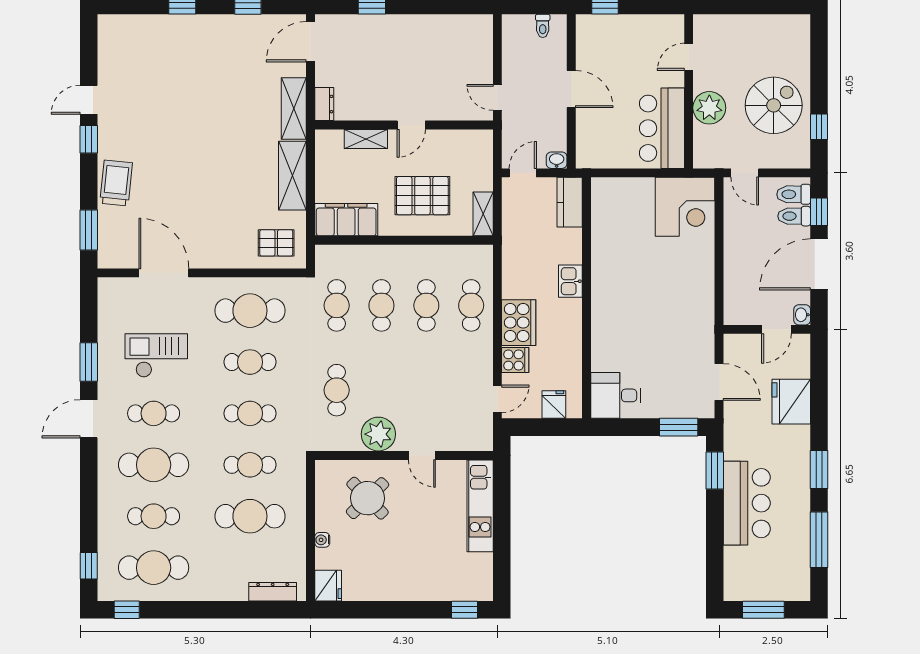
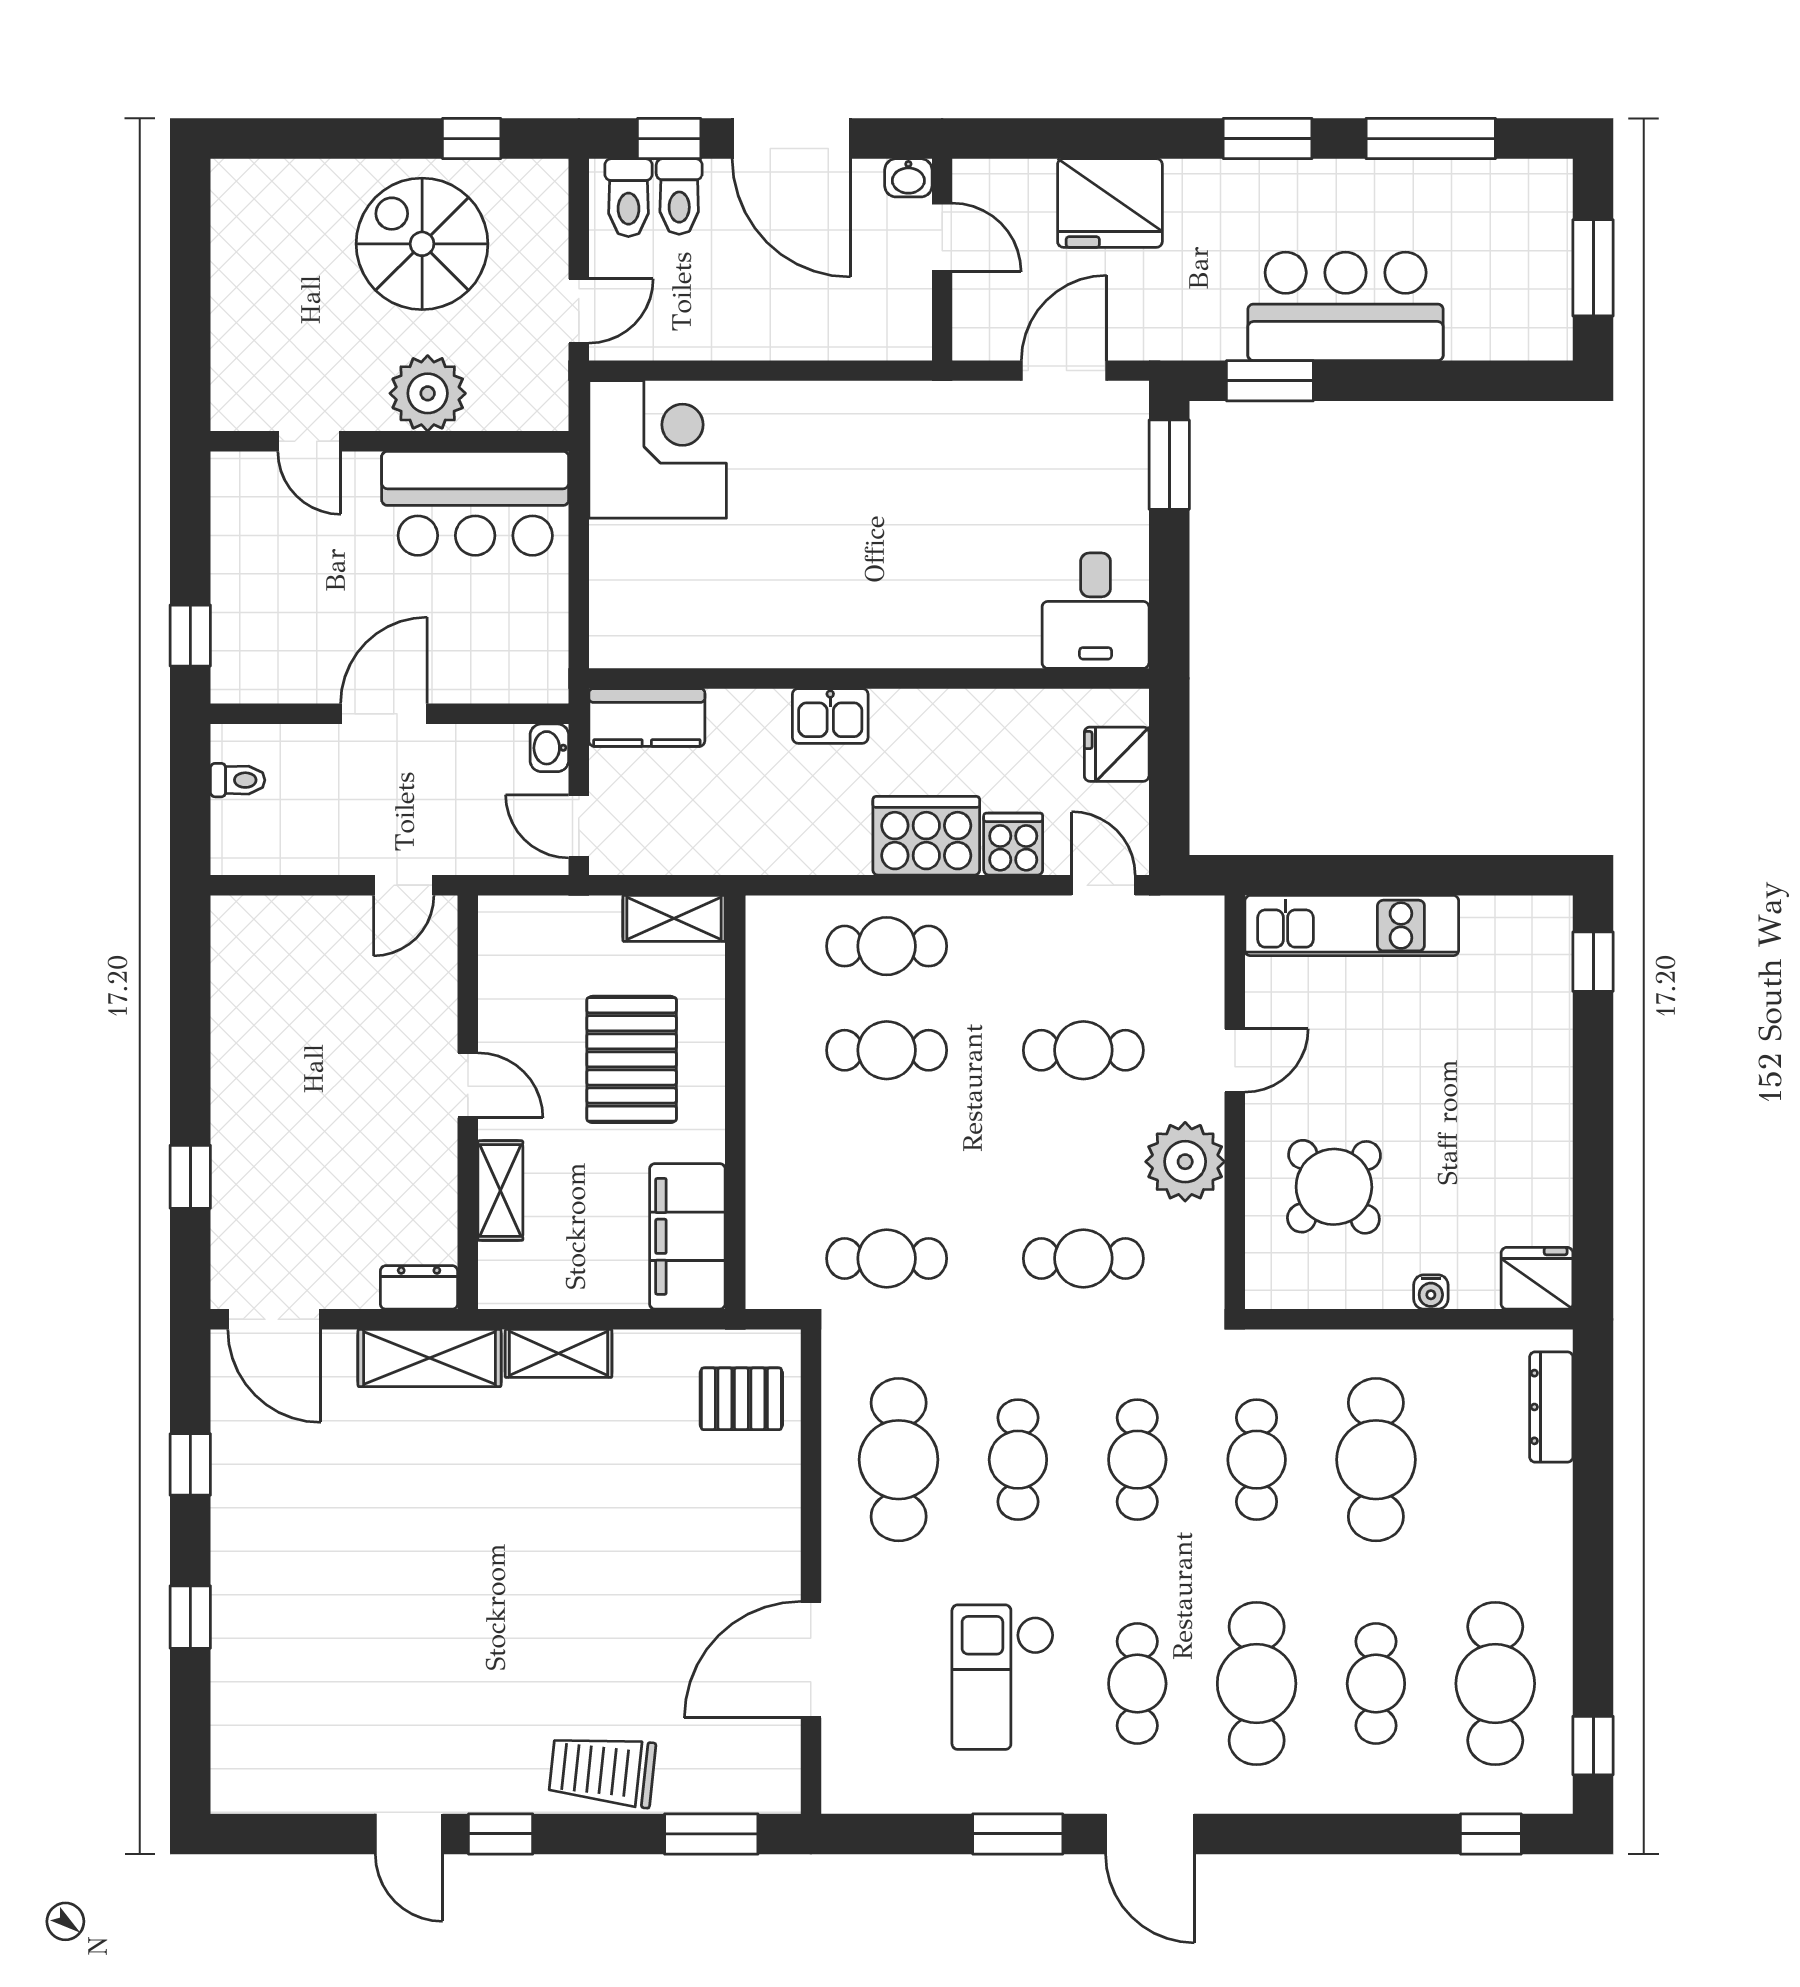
shelving: (292, 176) -> (559, 1353), width x0.67, depth x0.75
pallet: (276, 243) -> (741, 1399), turned 90
cafe table: (381, 305) -> (1083, 1050), moved

